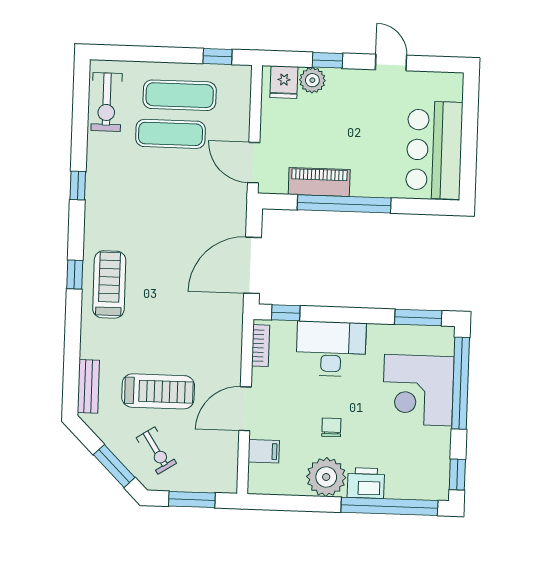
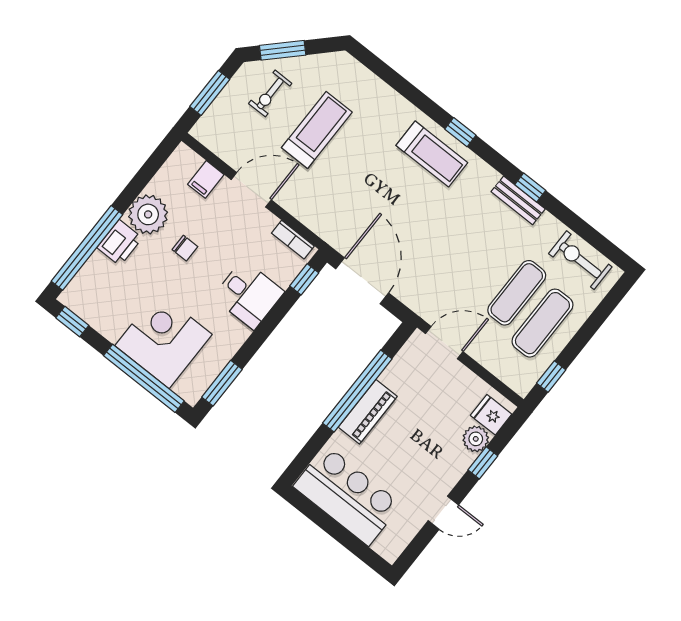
piano: (319, 182) -> (368, 412), moved
desk: (331, 349) -> (248, 294), width x0.73
bench: (88, 386) -> (518, 200), moved
treadmill: (158, 391) -> (317, 130), turned 180
door: (245, 409) -> (251, 190), hinge flipped
exercise bike: (156, 450) -> (270, 93), turned -57

